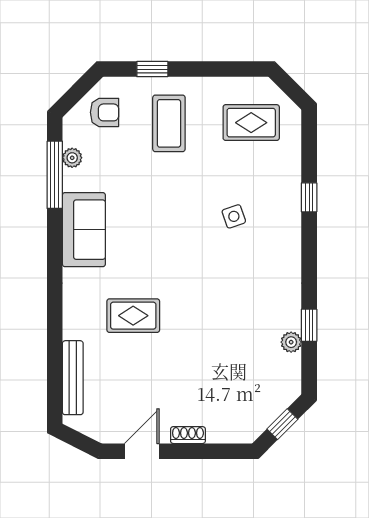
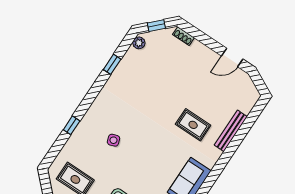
plant: (291, 342) -> (139, 43), moved
bench: (73, 378) -> (231, 131), moved
shoe rack: (188, 435) -> (183, 36), moved

